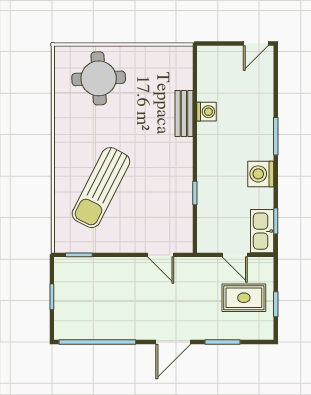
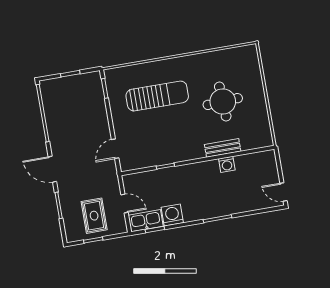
round table: (99, 78) -> (223, 102), moved
washing machine: (261, 174) -> (172, 215), moved
sun lounger: (101, 188) -> (157, 96), turned 153
door: (235, 255) -> (125, 204), swing flipped

